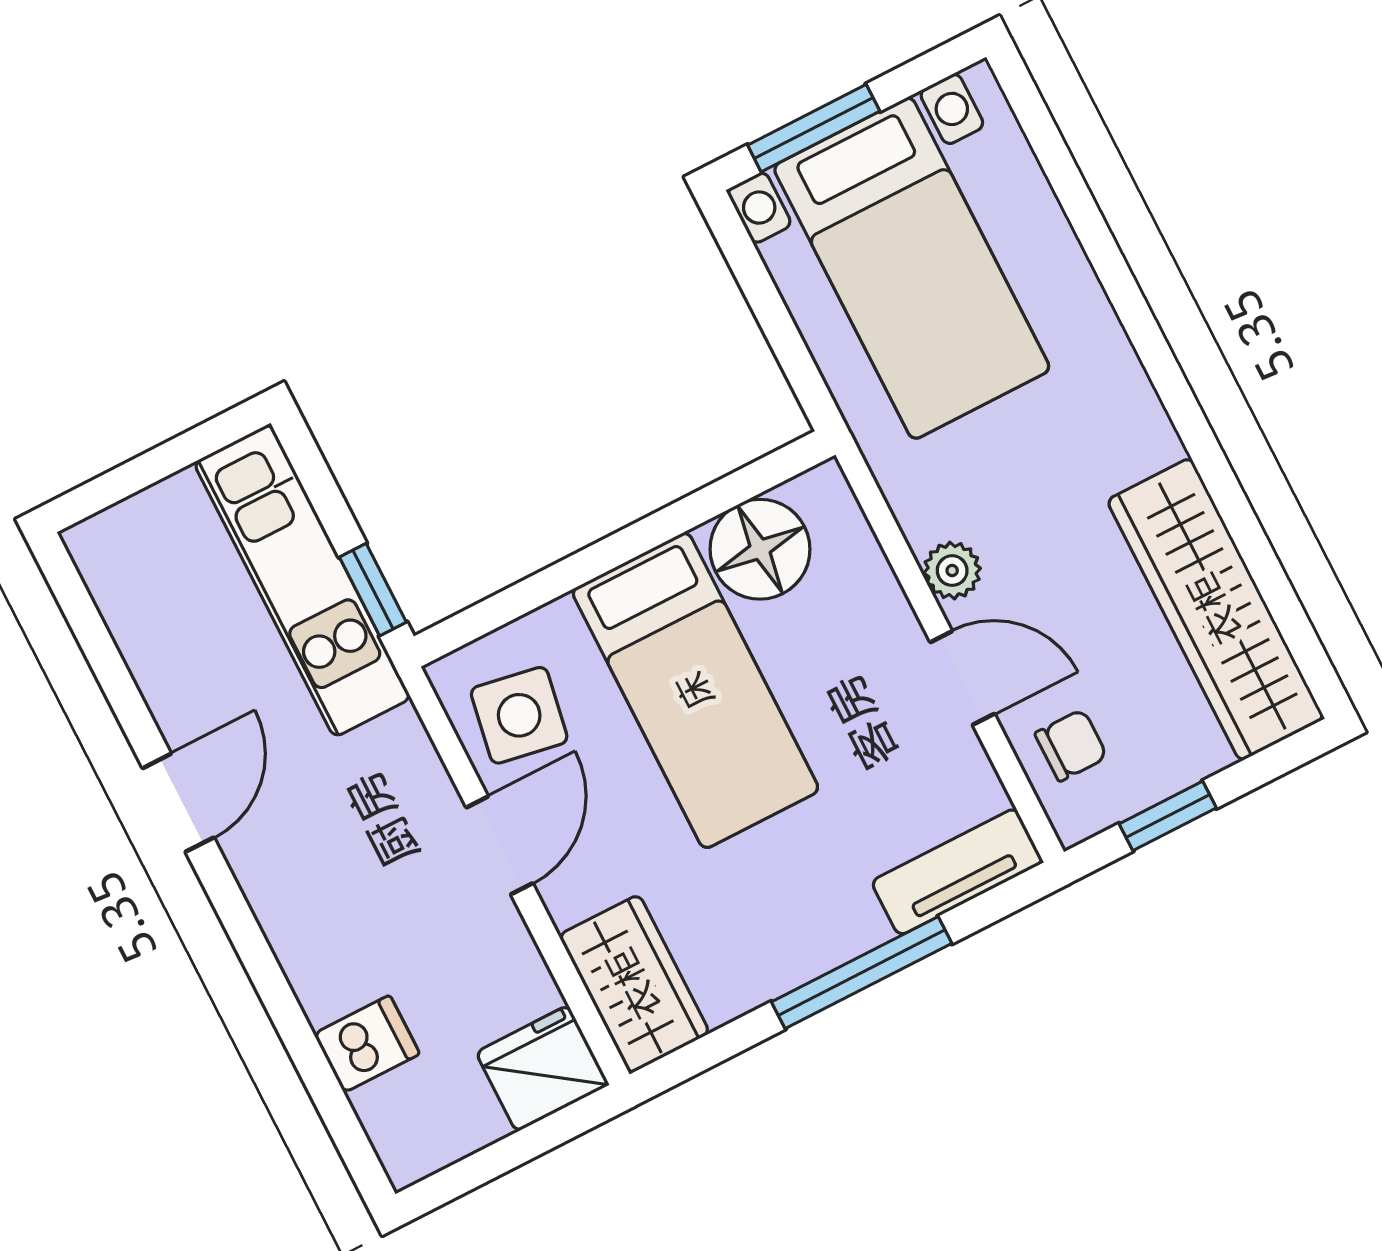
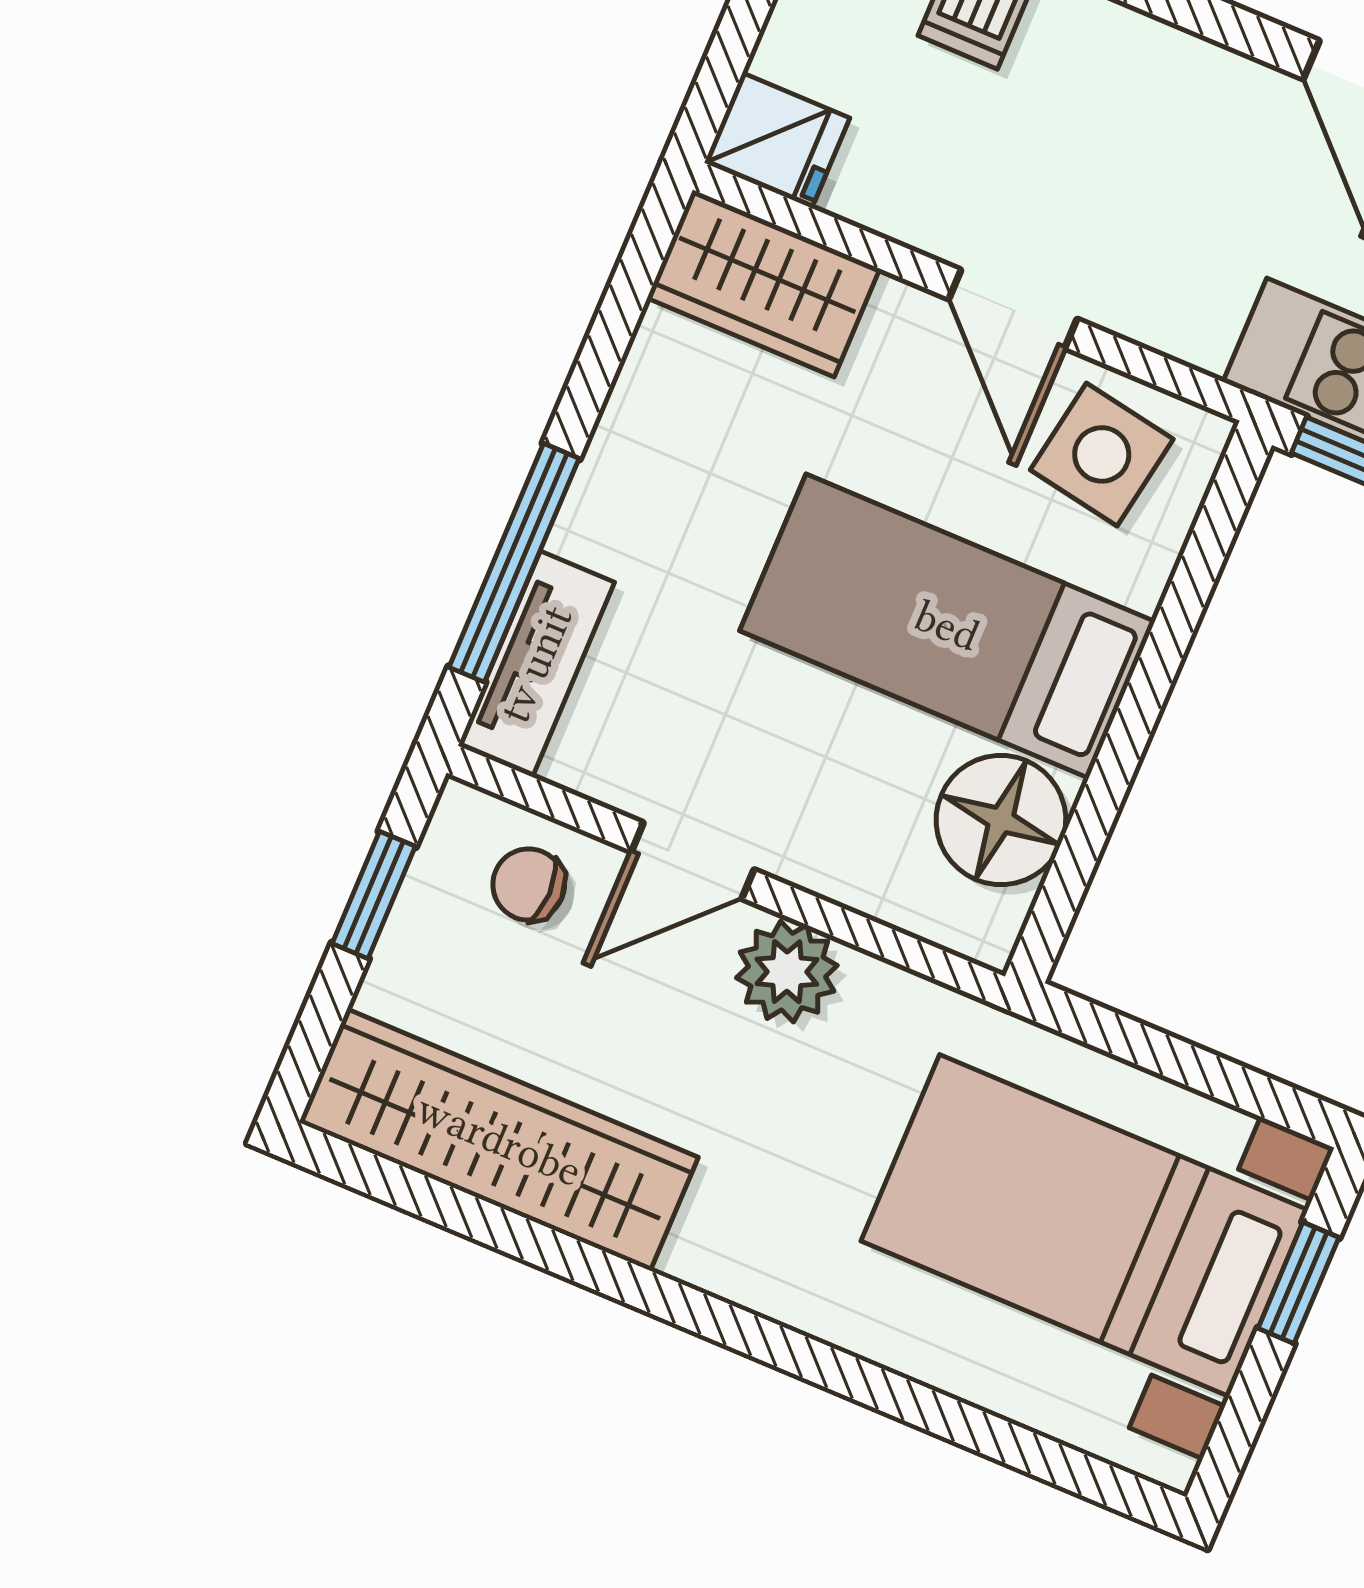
window: (814, 128) -> (1298, 1283), width x0.67
plant: (952, 571) -> (787, 972), width x1.38, depth x1.38
chair: (1071, 745) -> (529, 885), turned 90
window: (862, 973) -> (514, 563), moved
fridge: (542, 1069) -> (777, 140), width x0.72

